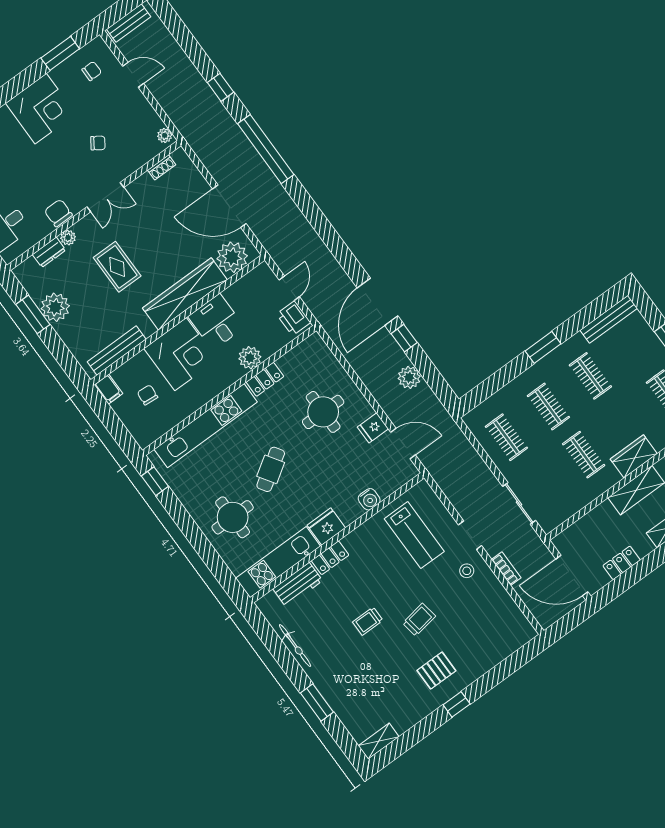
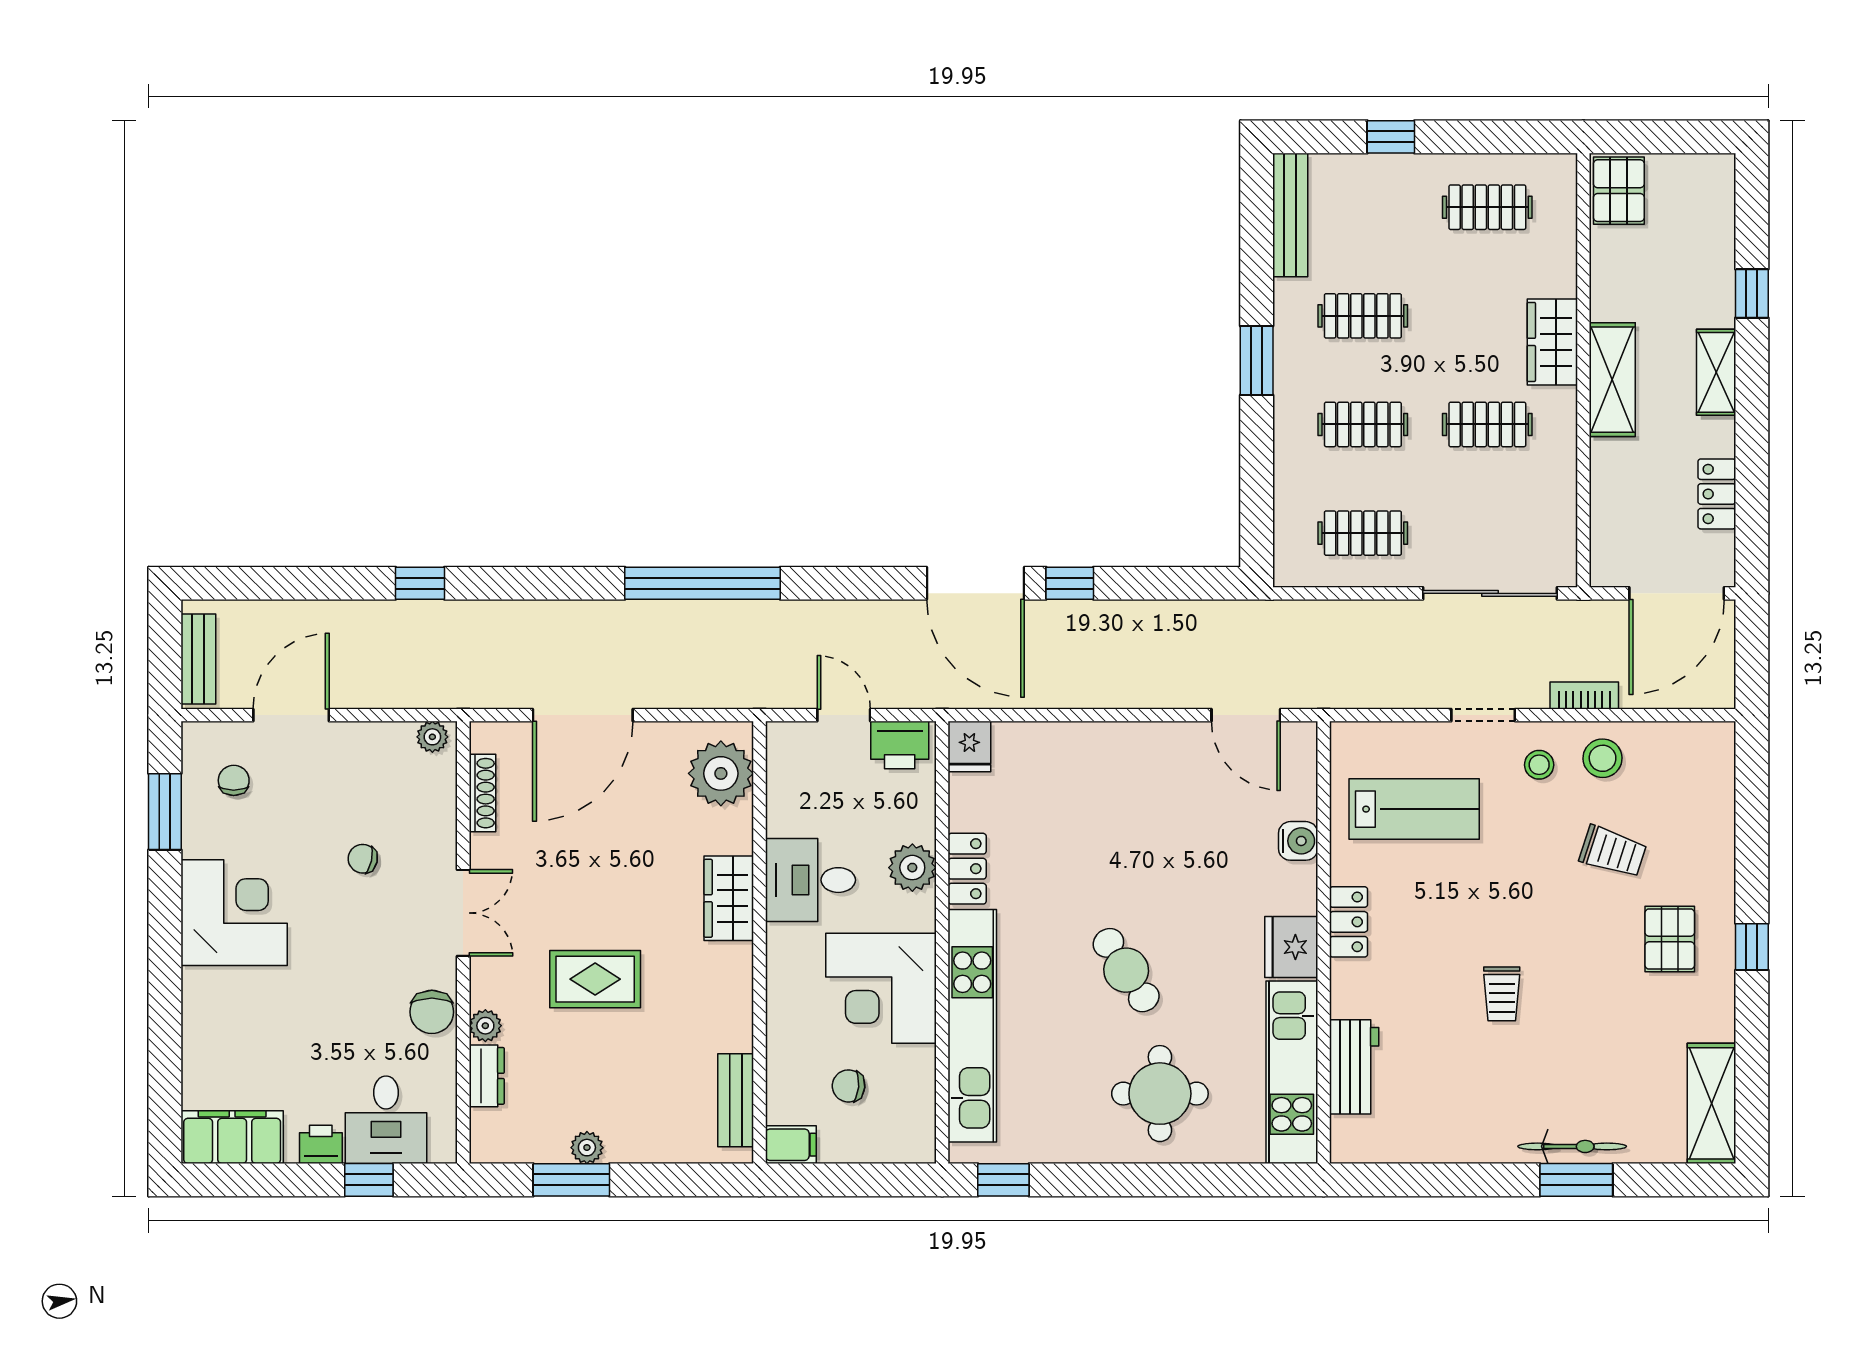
door: (133, 75) -> (291, 715), width x1.38
chair: (98, 143) -> (363, 859), turned -111
window: (266, 149) -> (702, 583), moved
shoe rack: (162, 167) -> (482, 793), width x1.43
door: (229, 206) -> (583, 715), moved
chair: (58, 213) -> (432, 1012), turned -90
wardrobe: (185, 294) -> (729, 898), width x0.48, depth x0.85
plant: (55, 307) -> (587, 1148), width x0.53, depth x0.53
bench: (117, 351) -> (736, 1100), width x0.73
corner desk: (181, 354) -> (881, 988), moved, turned 180
plant: (409, 377) -> (1142, 623), removed
round table: (323, 412) -> (1094, 811), removed
fridge: (373, 428) -> (969, 747), moved
door: (403, 444) -> (1246, 715), swing flipped
sliding door: (519, 503) -> (1490, 593), width x1.37
locker: (330, 558) -> (1349, 922), moved
stool: (487, 593) -> (1603, 758), added
trolley: (419, 620) -> (1613, 852), moved, turned 117
bicycle: (295, 646) -> (1572, 1146), moved
shelving: (379, 741) -> (1711, 1103), width x1.50, depth x1.33

